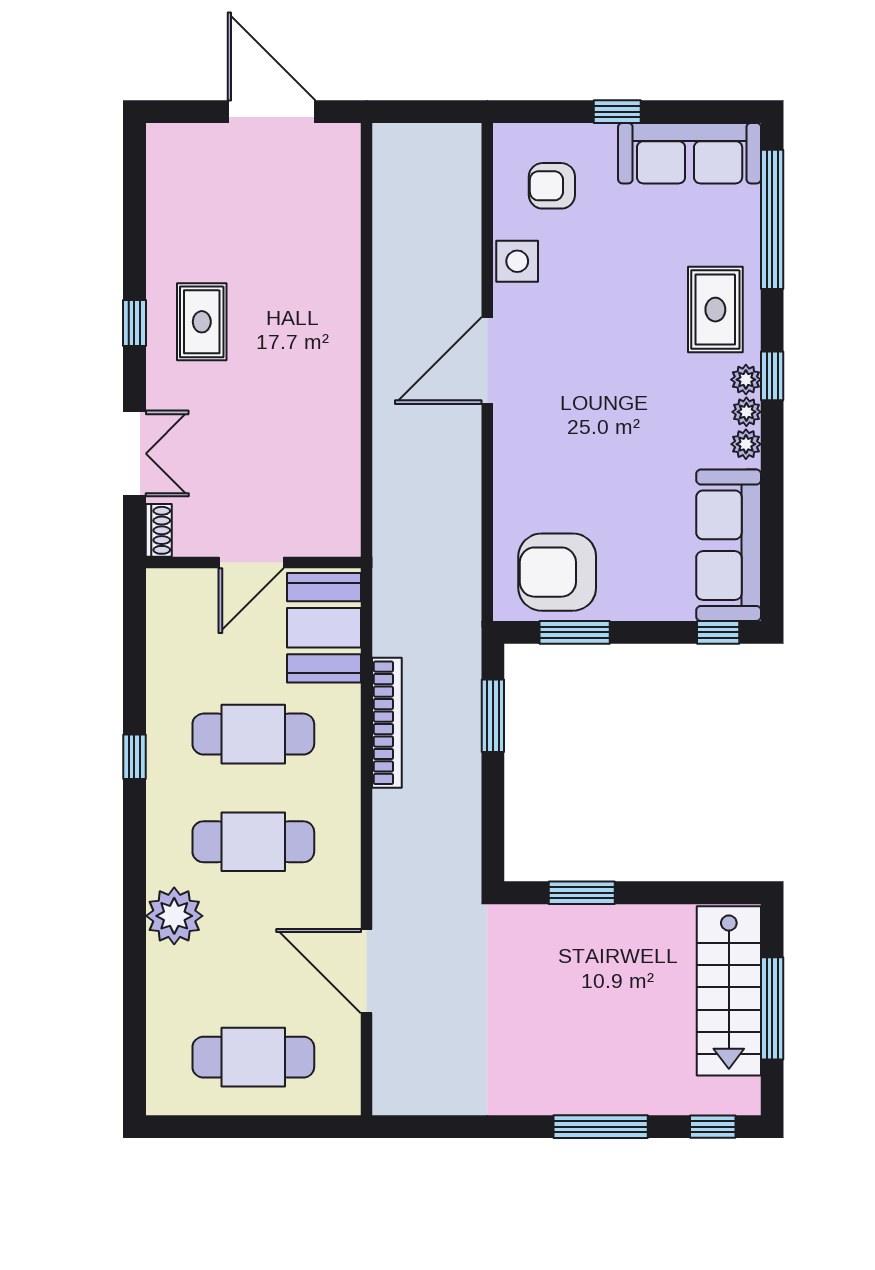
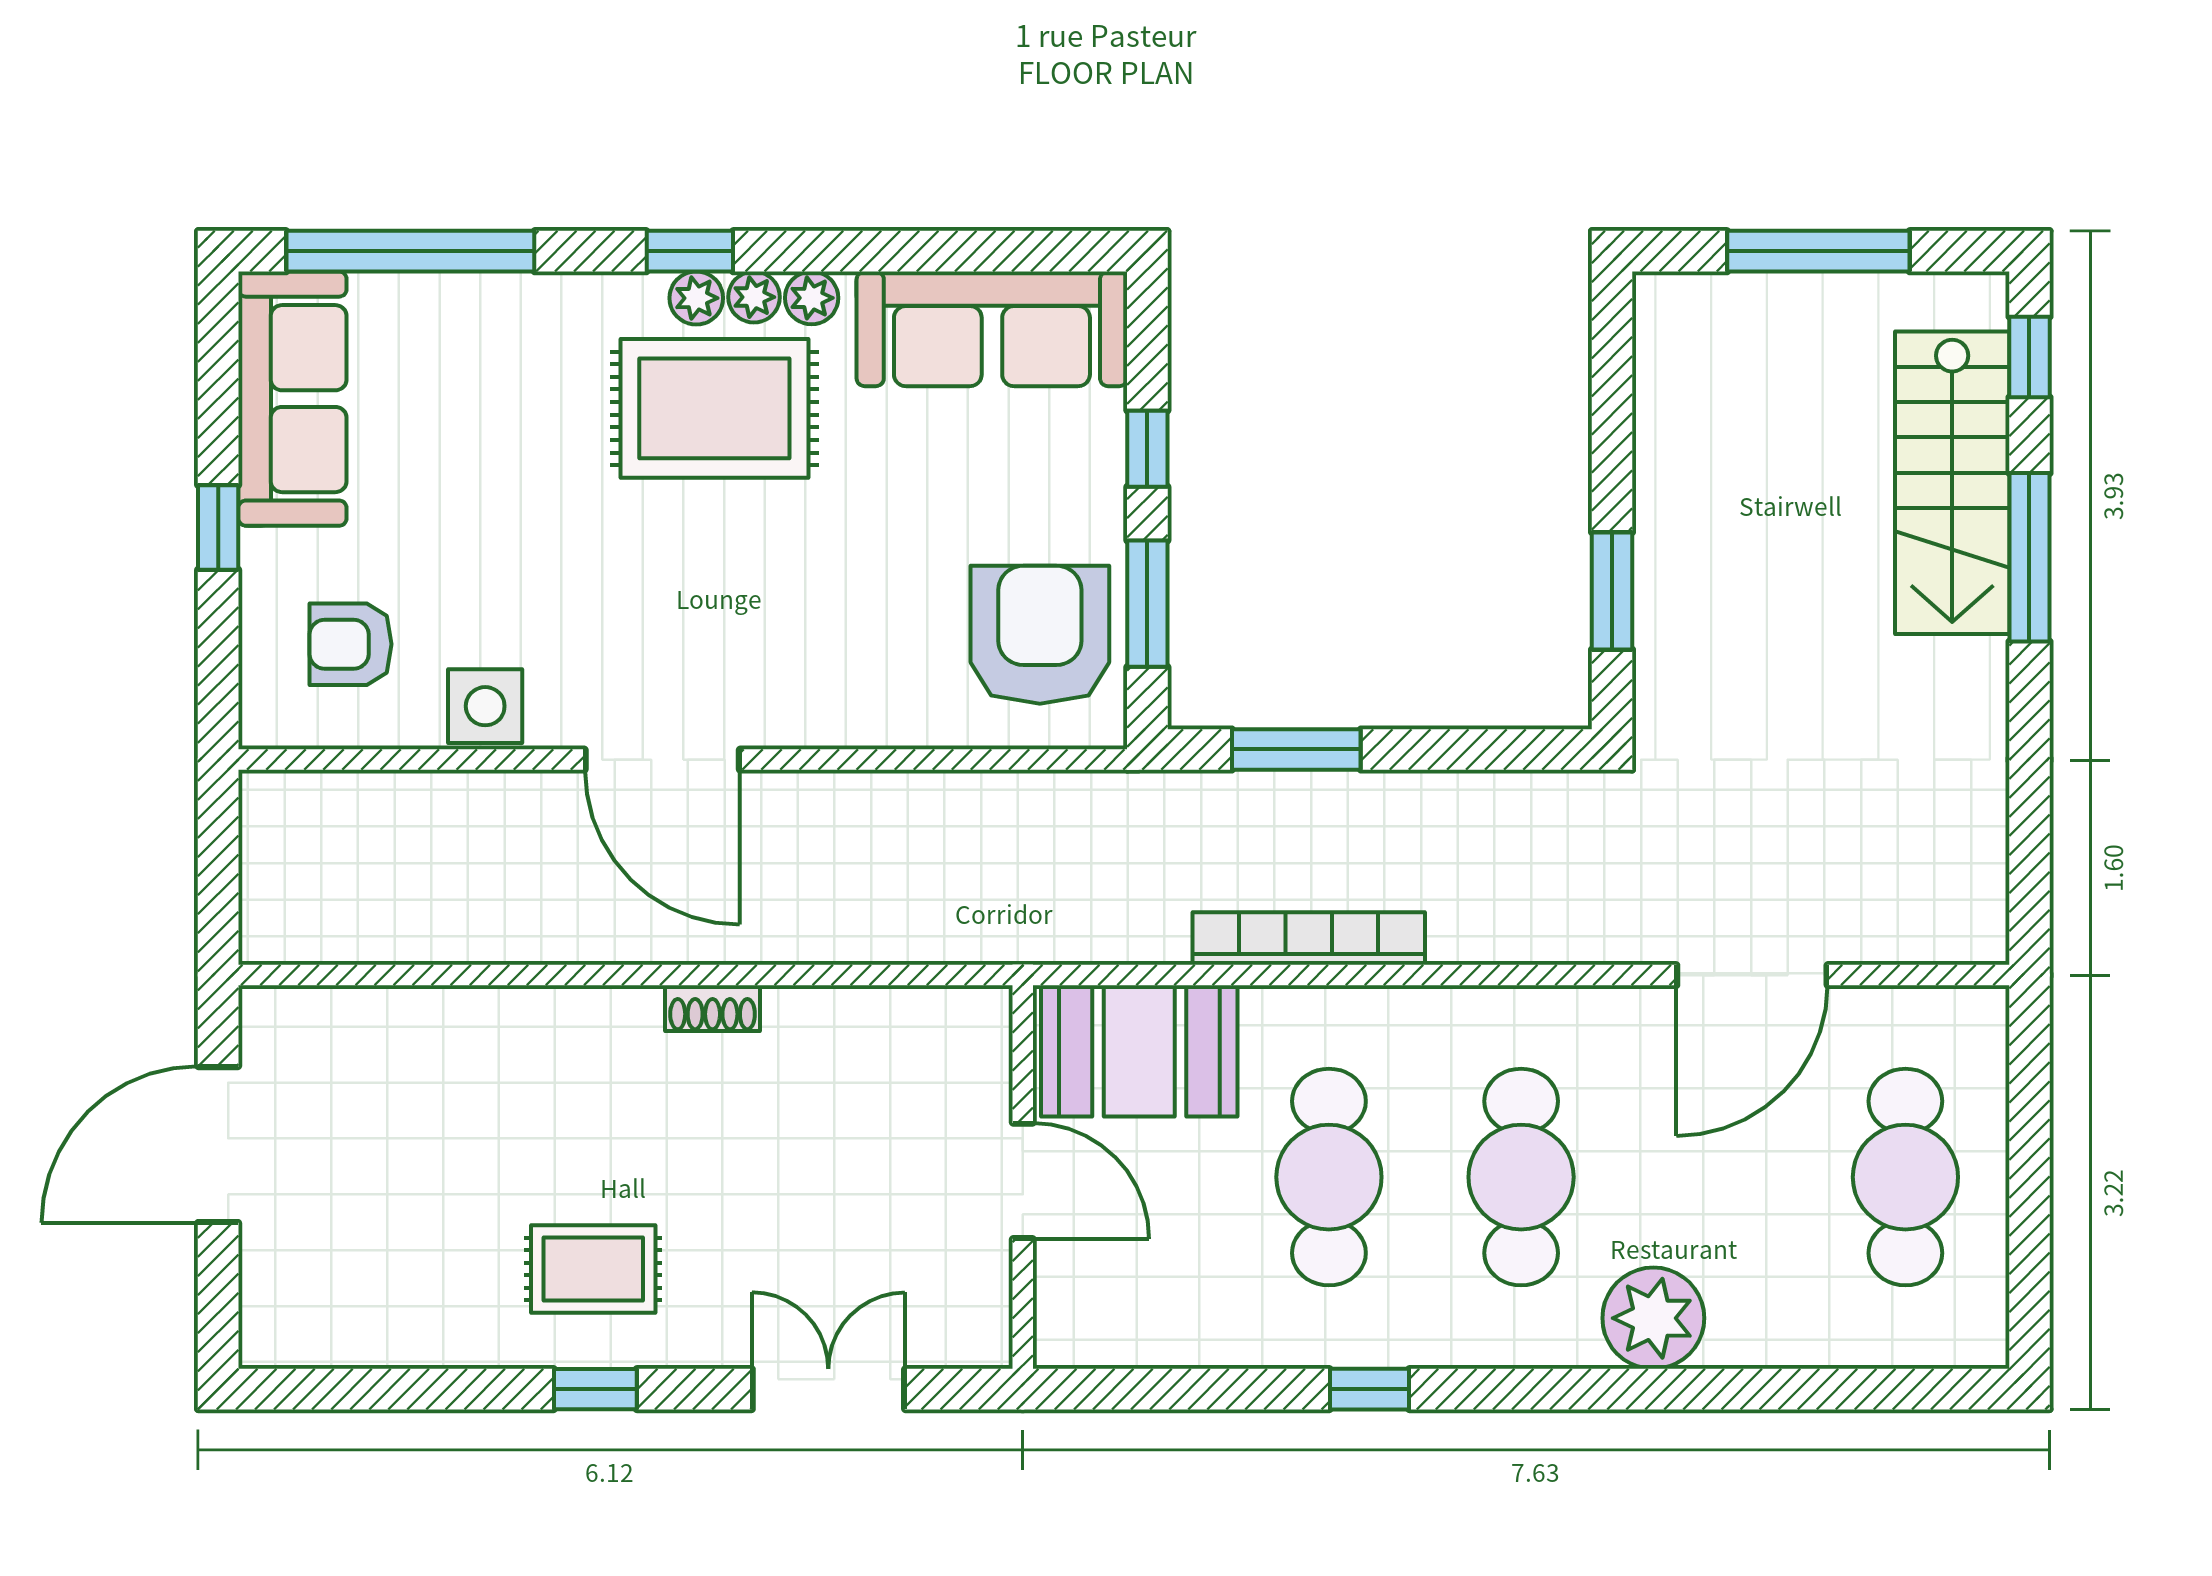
armchair: (552, 186) -> (351, 644), turned 90
rug: (715, 310) -> (714, 408), moved, width x1.36, depth x1.43
shoe rack: (159, 530) -> (713, 1008), moved, turned 180
armchair: (557, 572) -> (1040, 635), turned 180
window: (718, 632) -> (1147, 449), moved
stairs: (729, 991) -> (1952, 483), moved, turned 90

